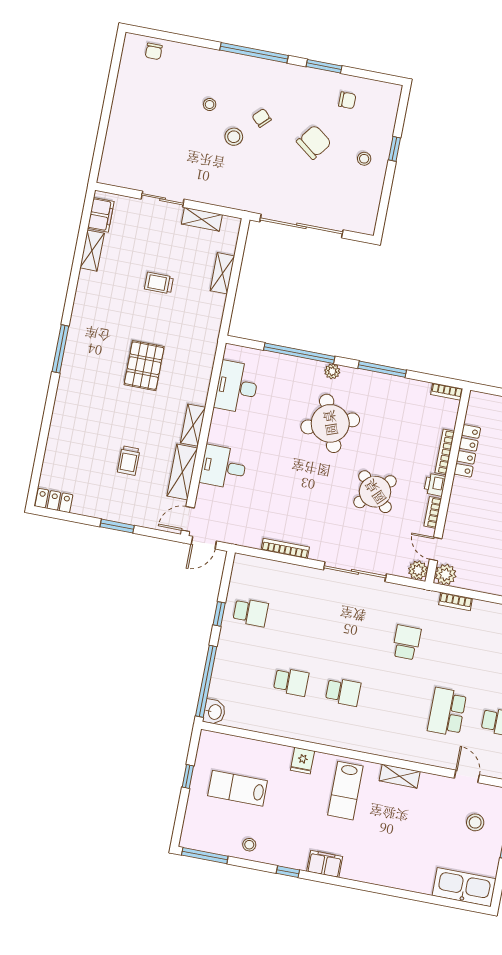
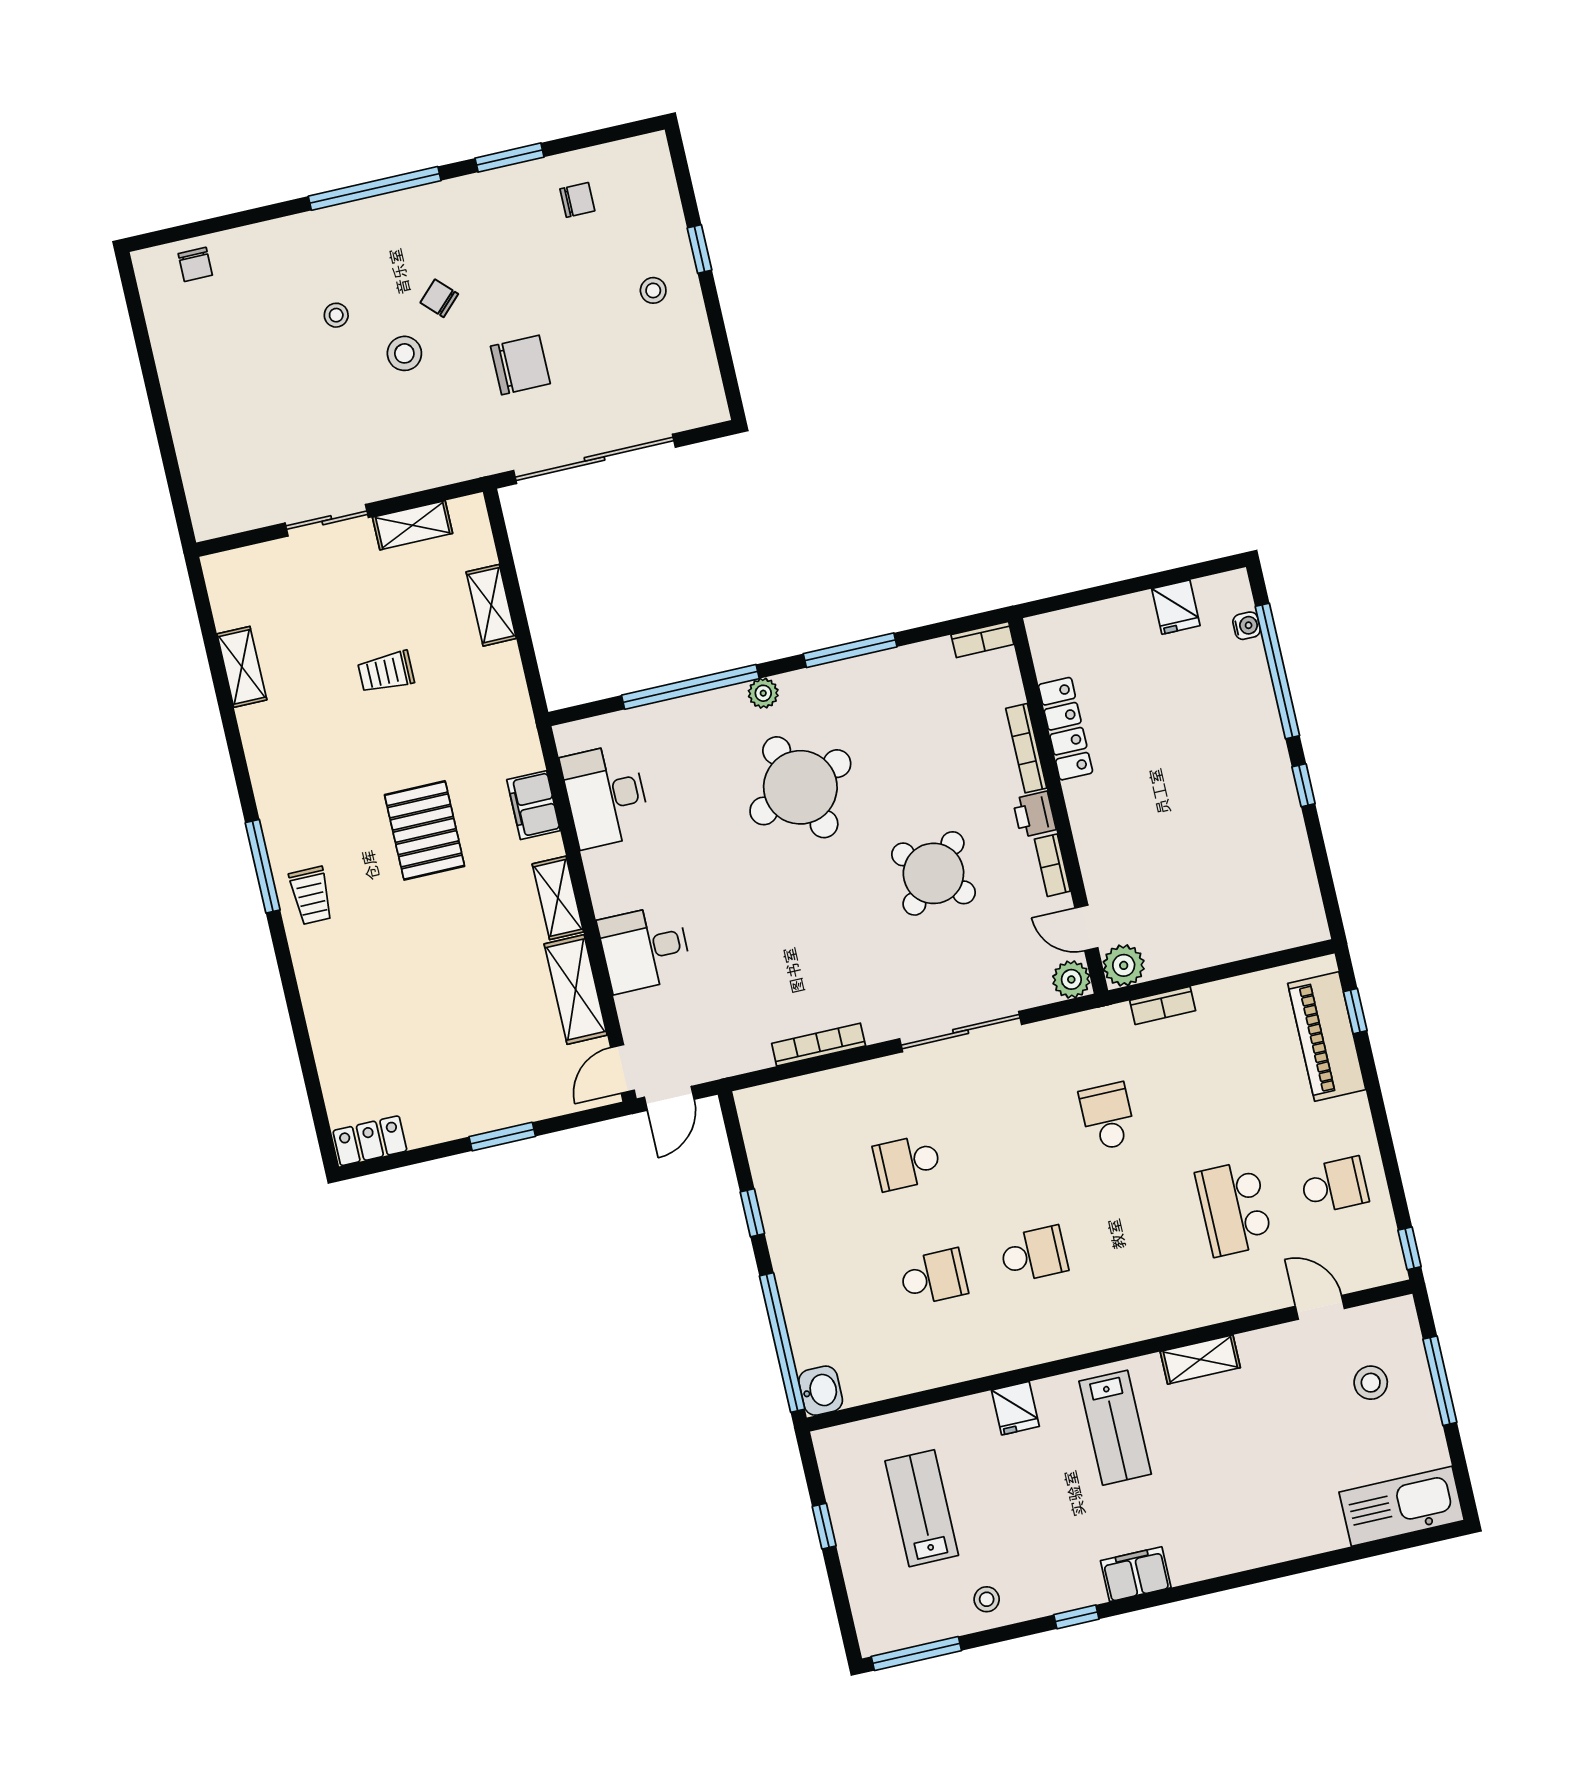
chair: (314, 142) -> (520, 365), moved, turned 53
filing cabinet: (101, 215) -> (534, 805), moved, turned 180
trolley: (129, 461) -> (311, 896), moved
school desk: (251, 612) -> (907, 1162), moved, turned 180
lab bench: (238, 788) -> (922, 1508), turned 90

